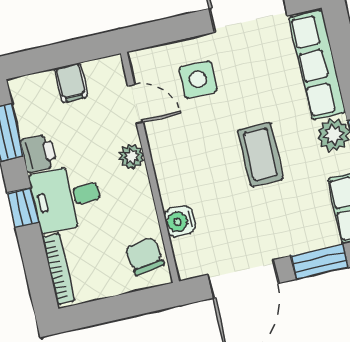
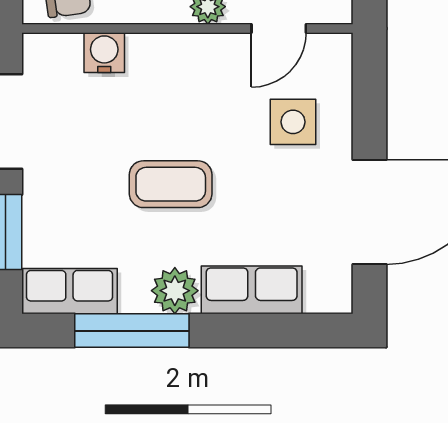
row of seats: (317, 65) -> (252, 290), width x0.68

